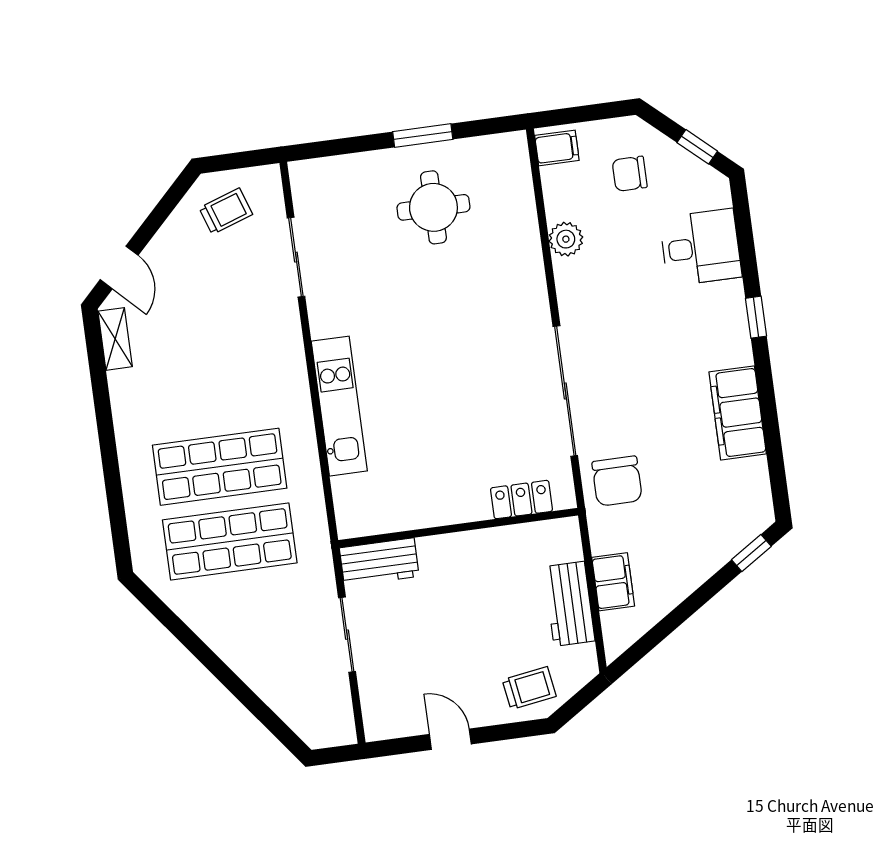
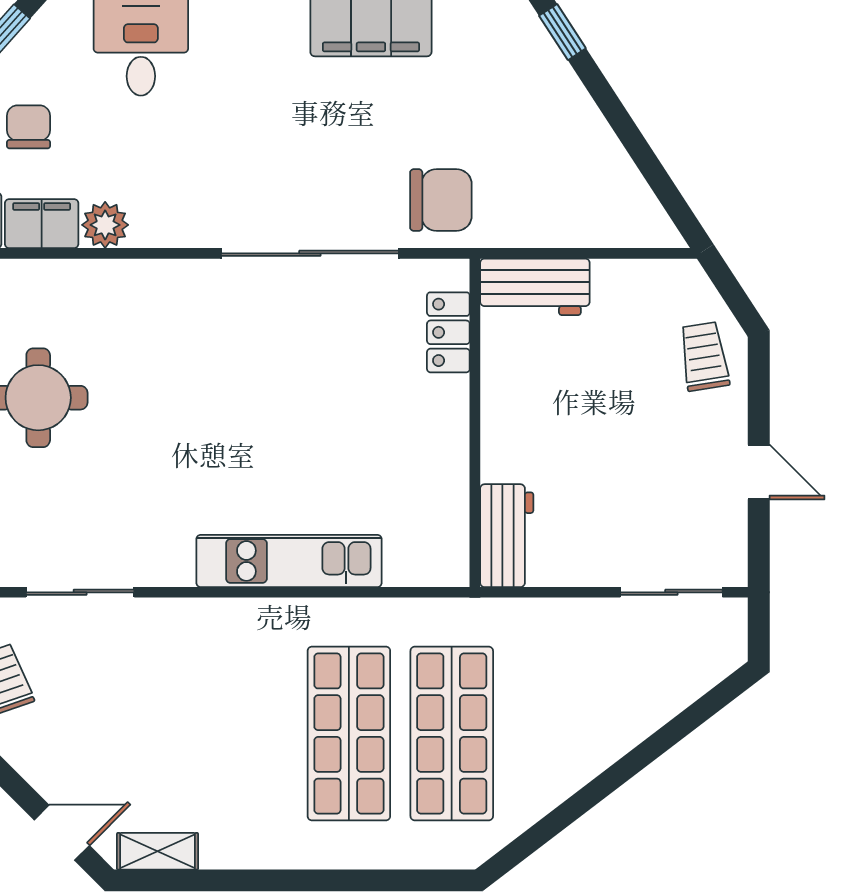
chair: (630, 174) -> (29, 127), turned 180
filing cabinet: (613, 582) -> (42, 224), moved
workbench: (569, 604) -> (535, 287), moved
sliding door: (347, 635) -> (671, 592), moved
door: (450, 739) -> (759, 472), swing flipped

